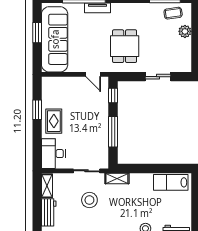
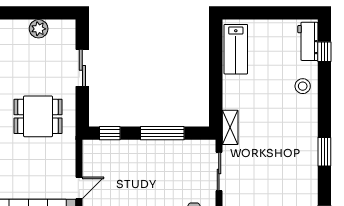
plant: (185, 31) -> (39, 29), moved
door: (93, 74) -> (79, 188), moved
stool: (89, 200) -> (261, 167), removed

